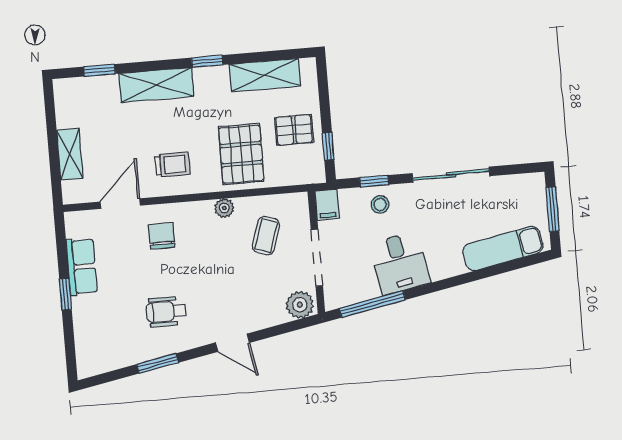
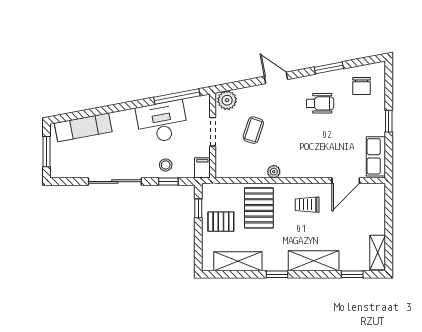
shelving: (70, 154) -> (378, 253), moved
chair: (162, 236) -> (362, 86), moved
coffee table: (266, 236) -> (253, 130), moved
doorway: (317, 258) -> (213, 132), width x0.73
desk: (400, 263) -> (162, 122), width x1.37
row of seats: (82, 267) -> (376, 156), moved

